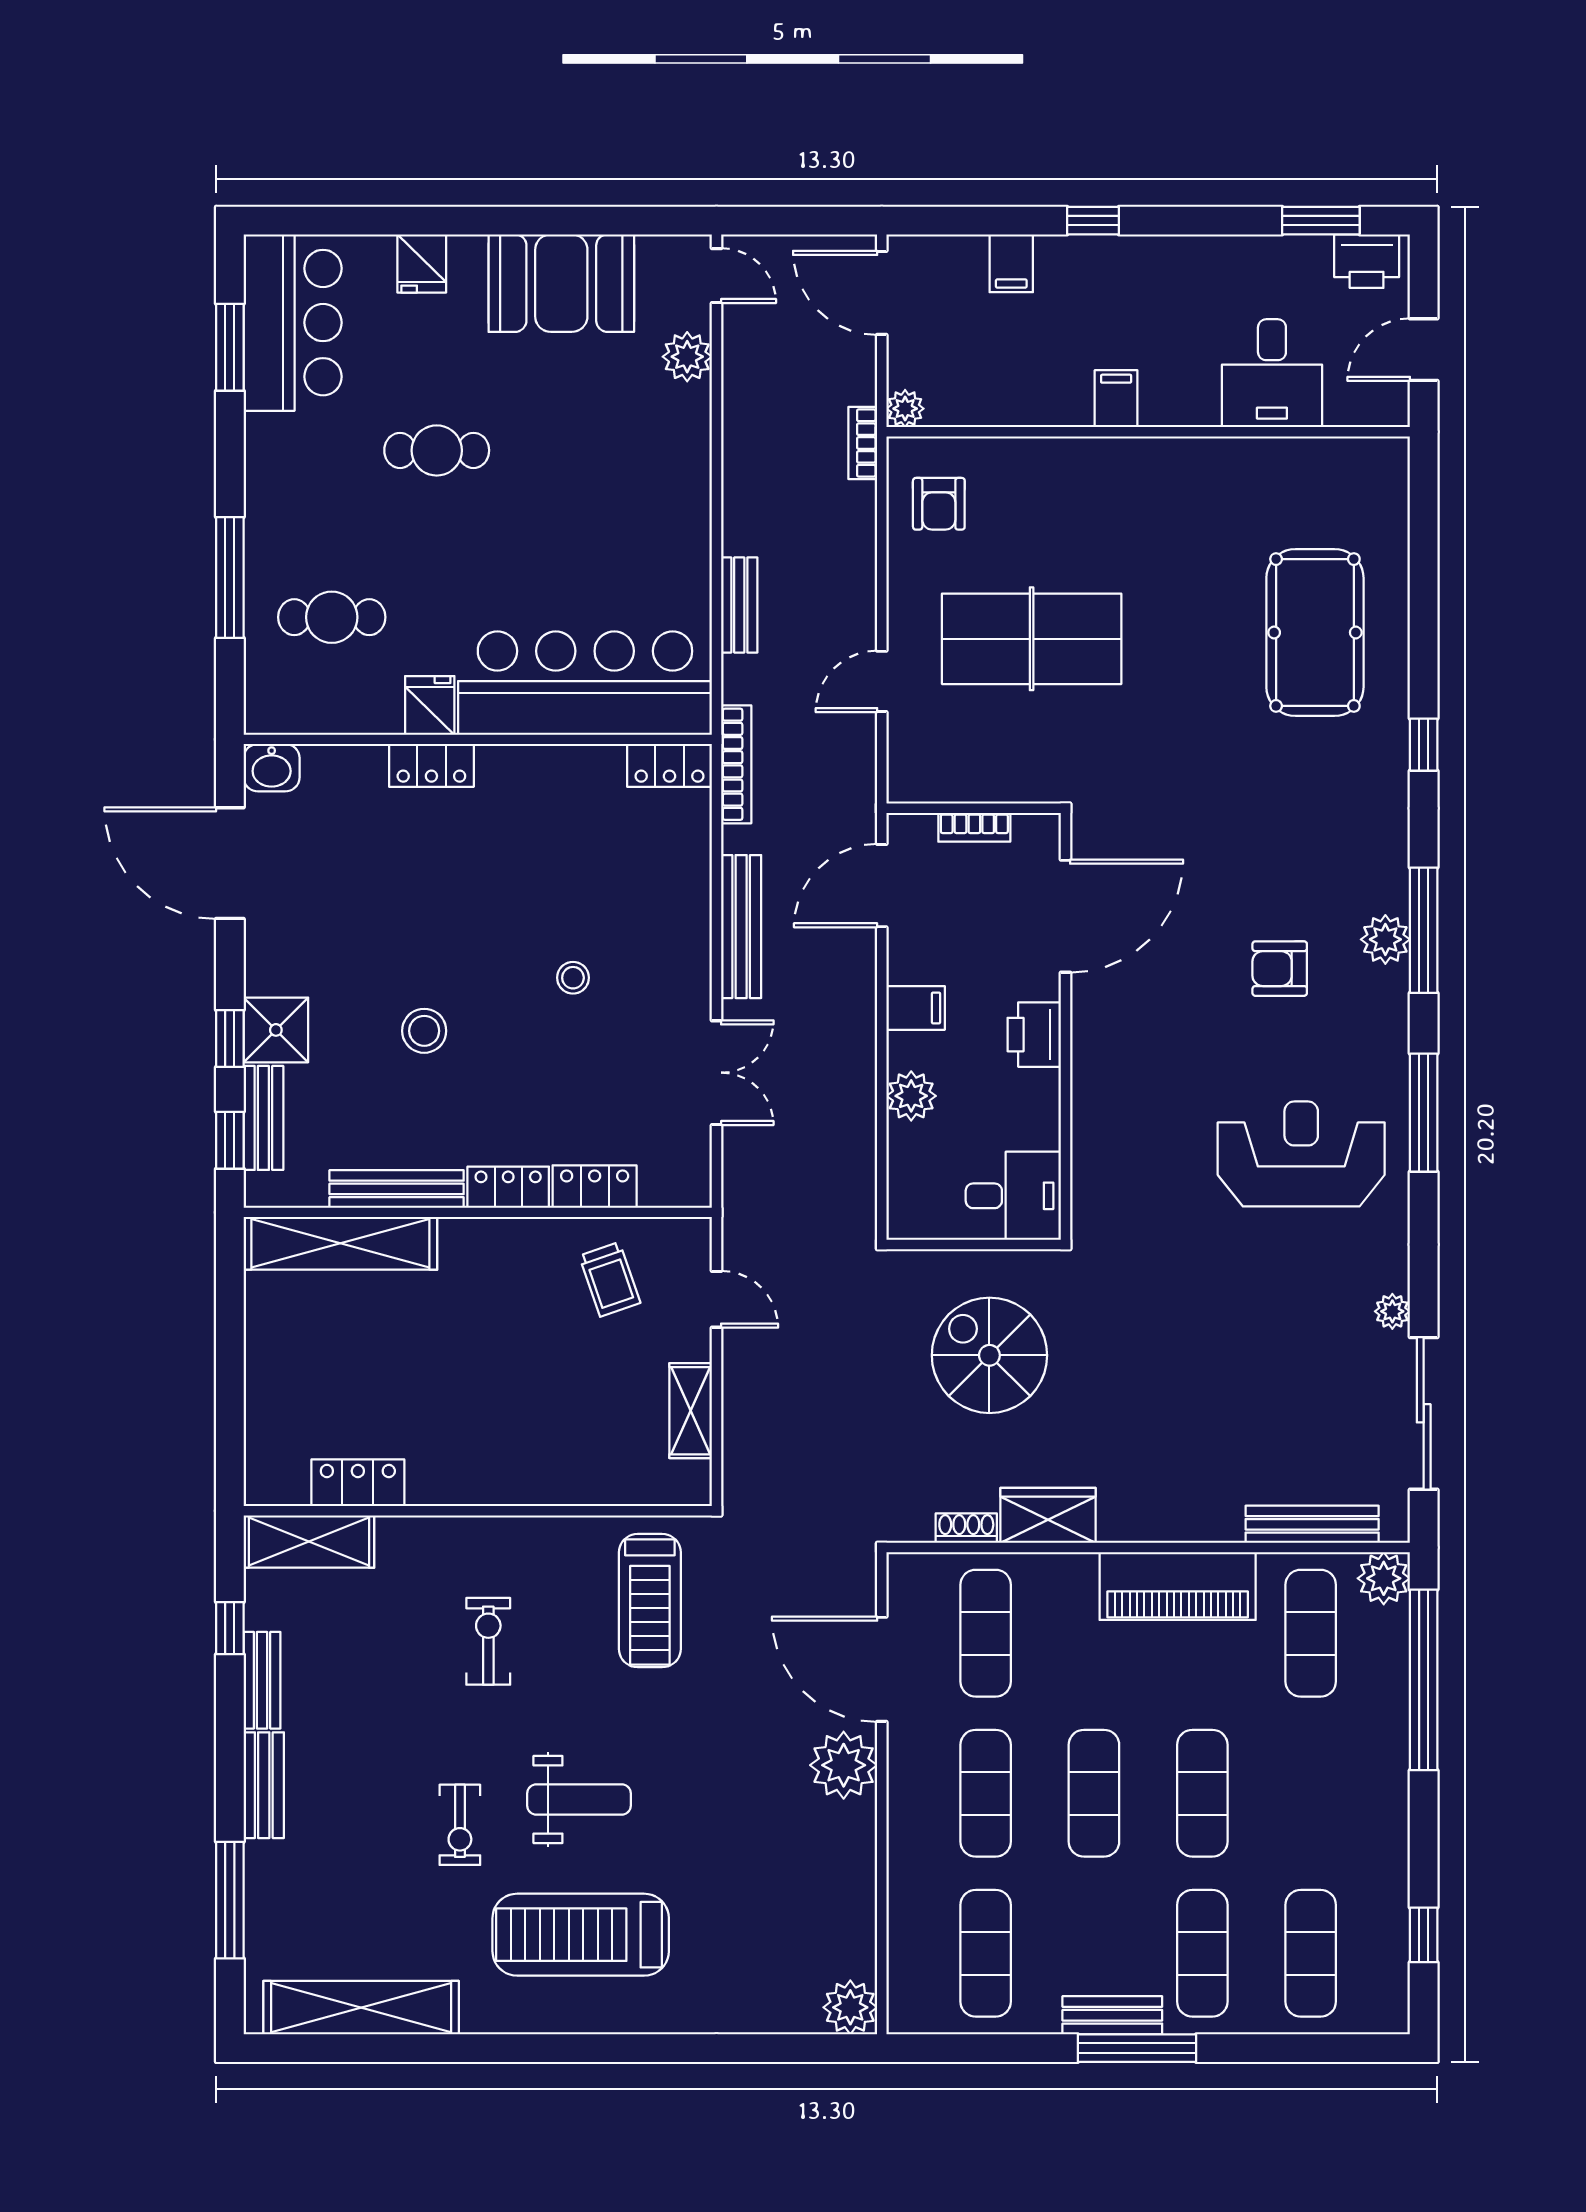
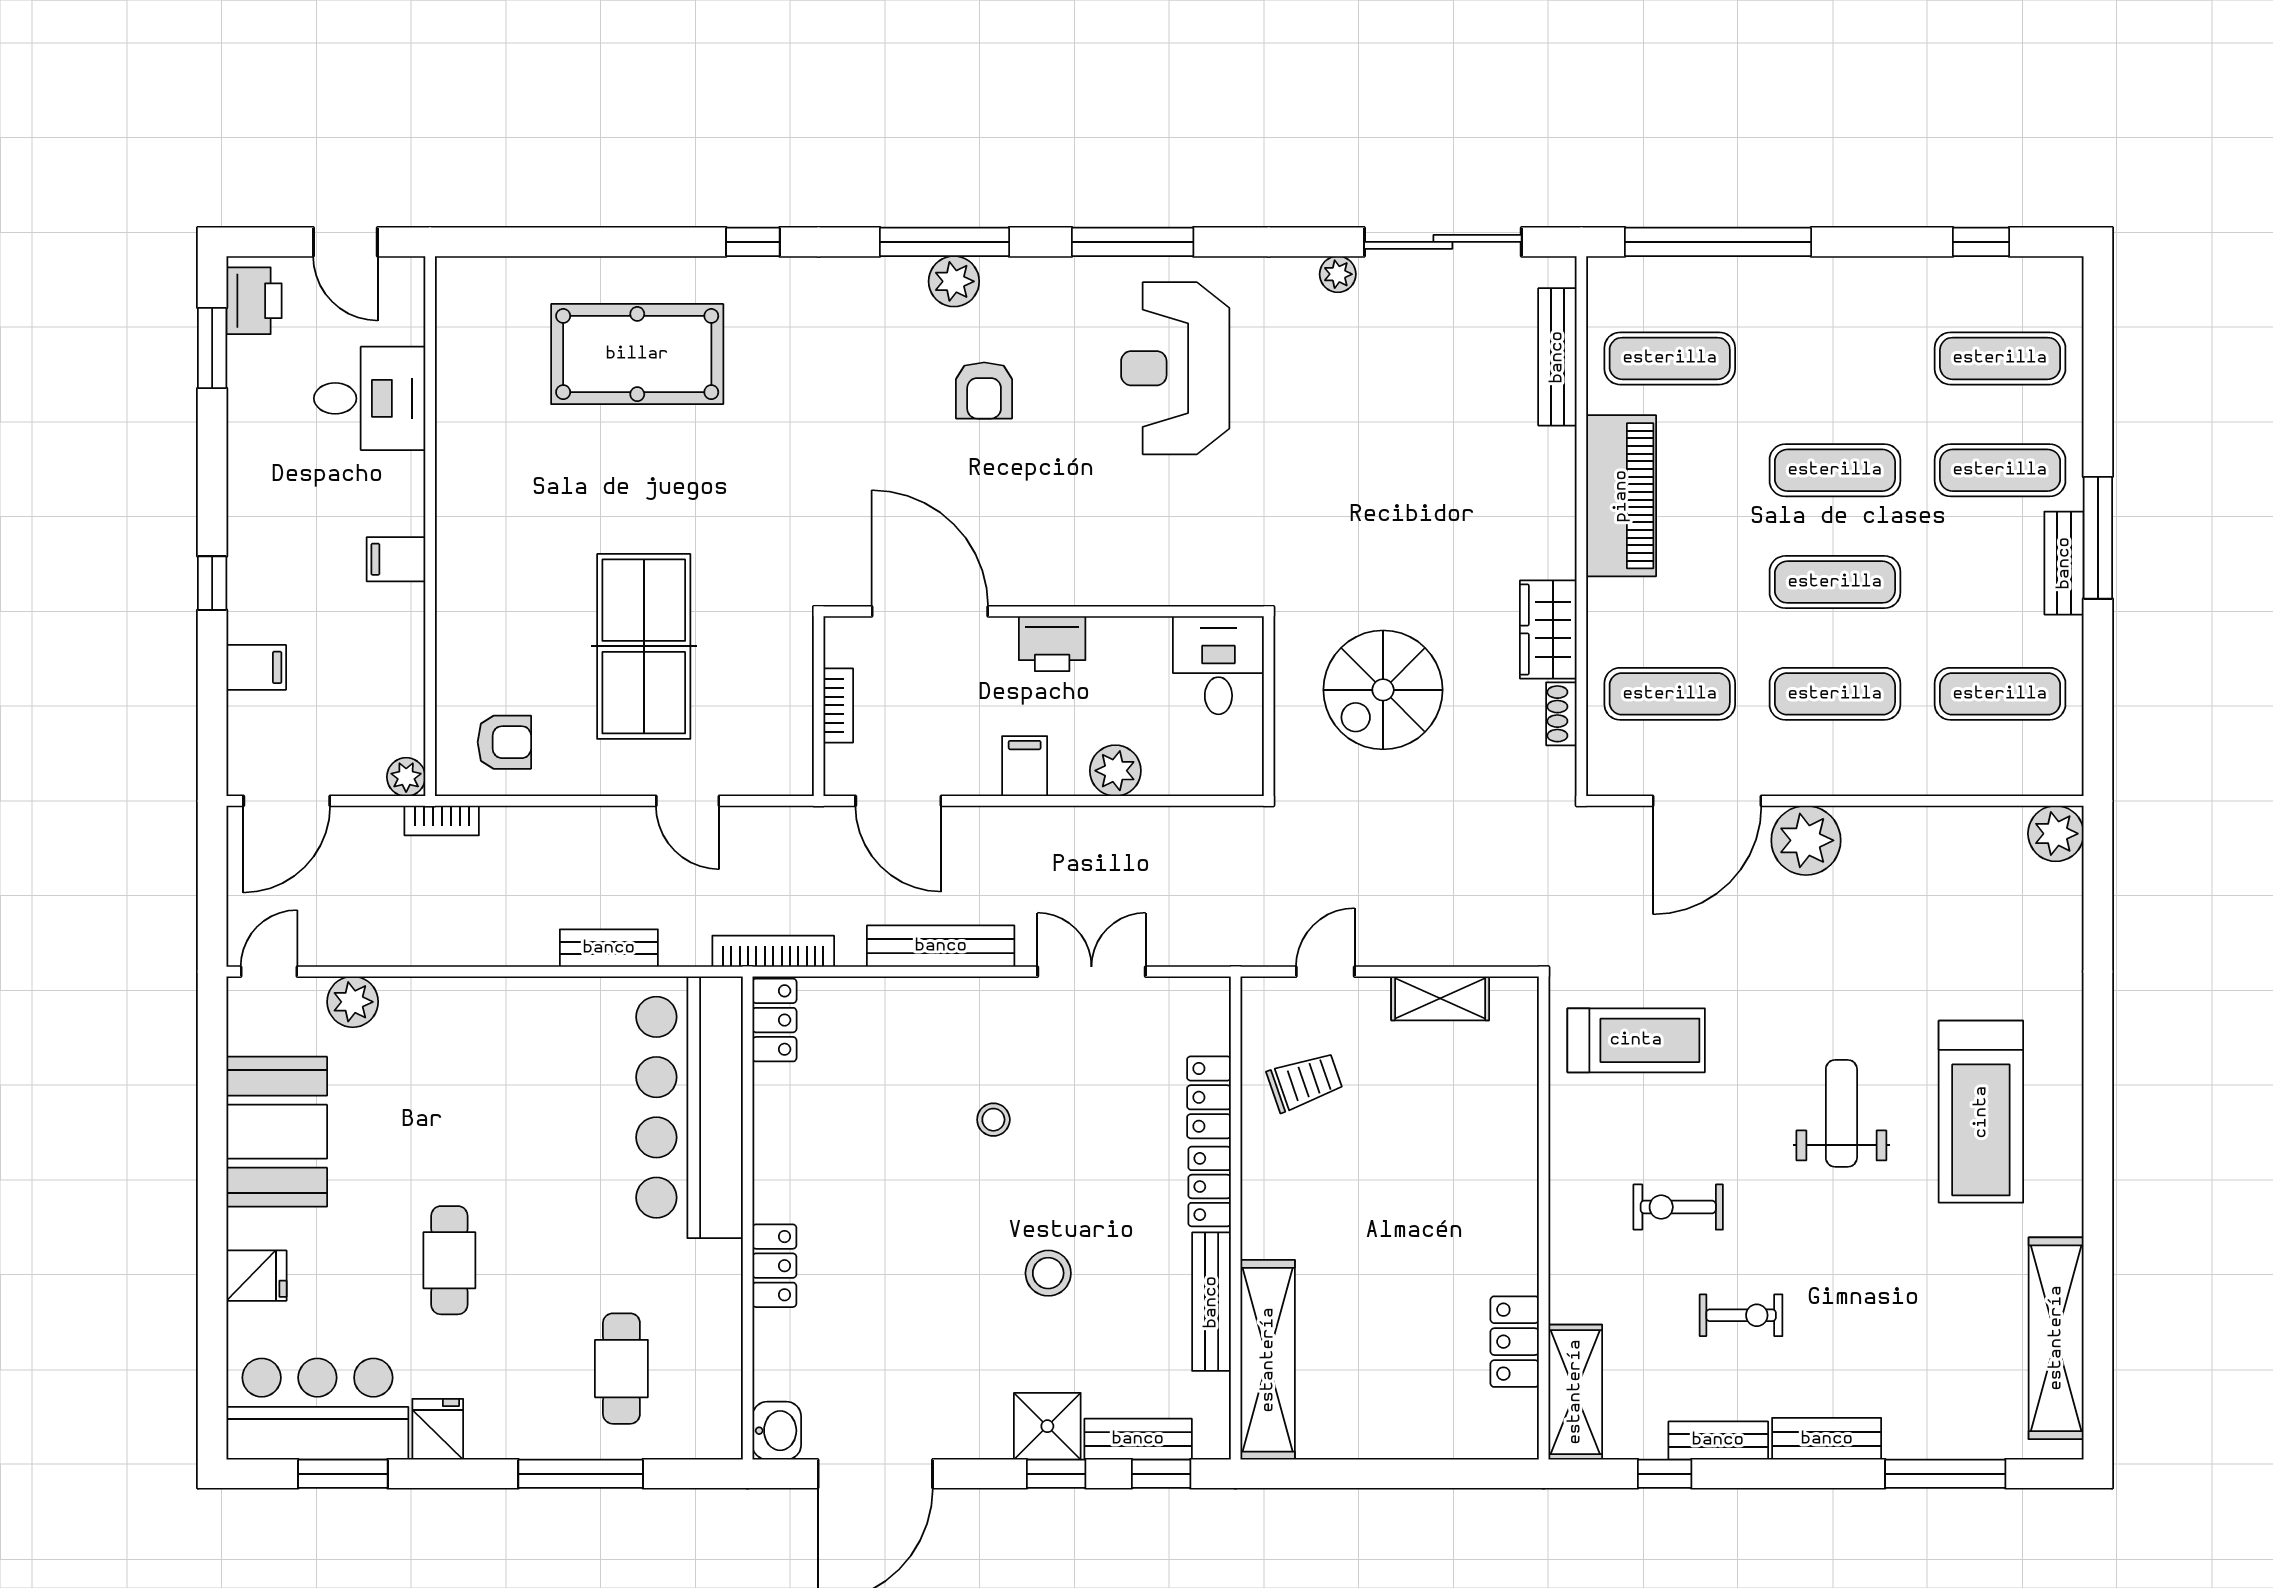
fridge: (430, 705) -> (438, 1429), moved, turned 90
plant: (1384, 1578) -> (1613, 283), removed
exercise bike: (460, 1825) -> (1741, 1315), moved

